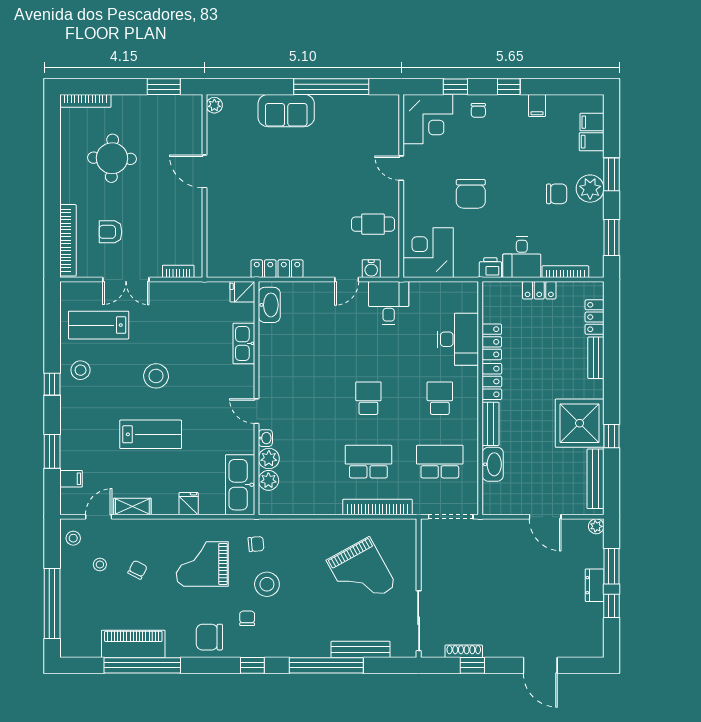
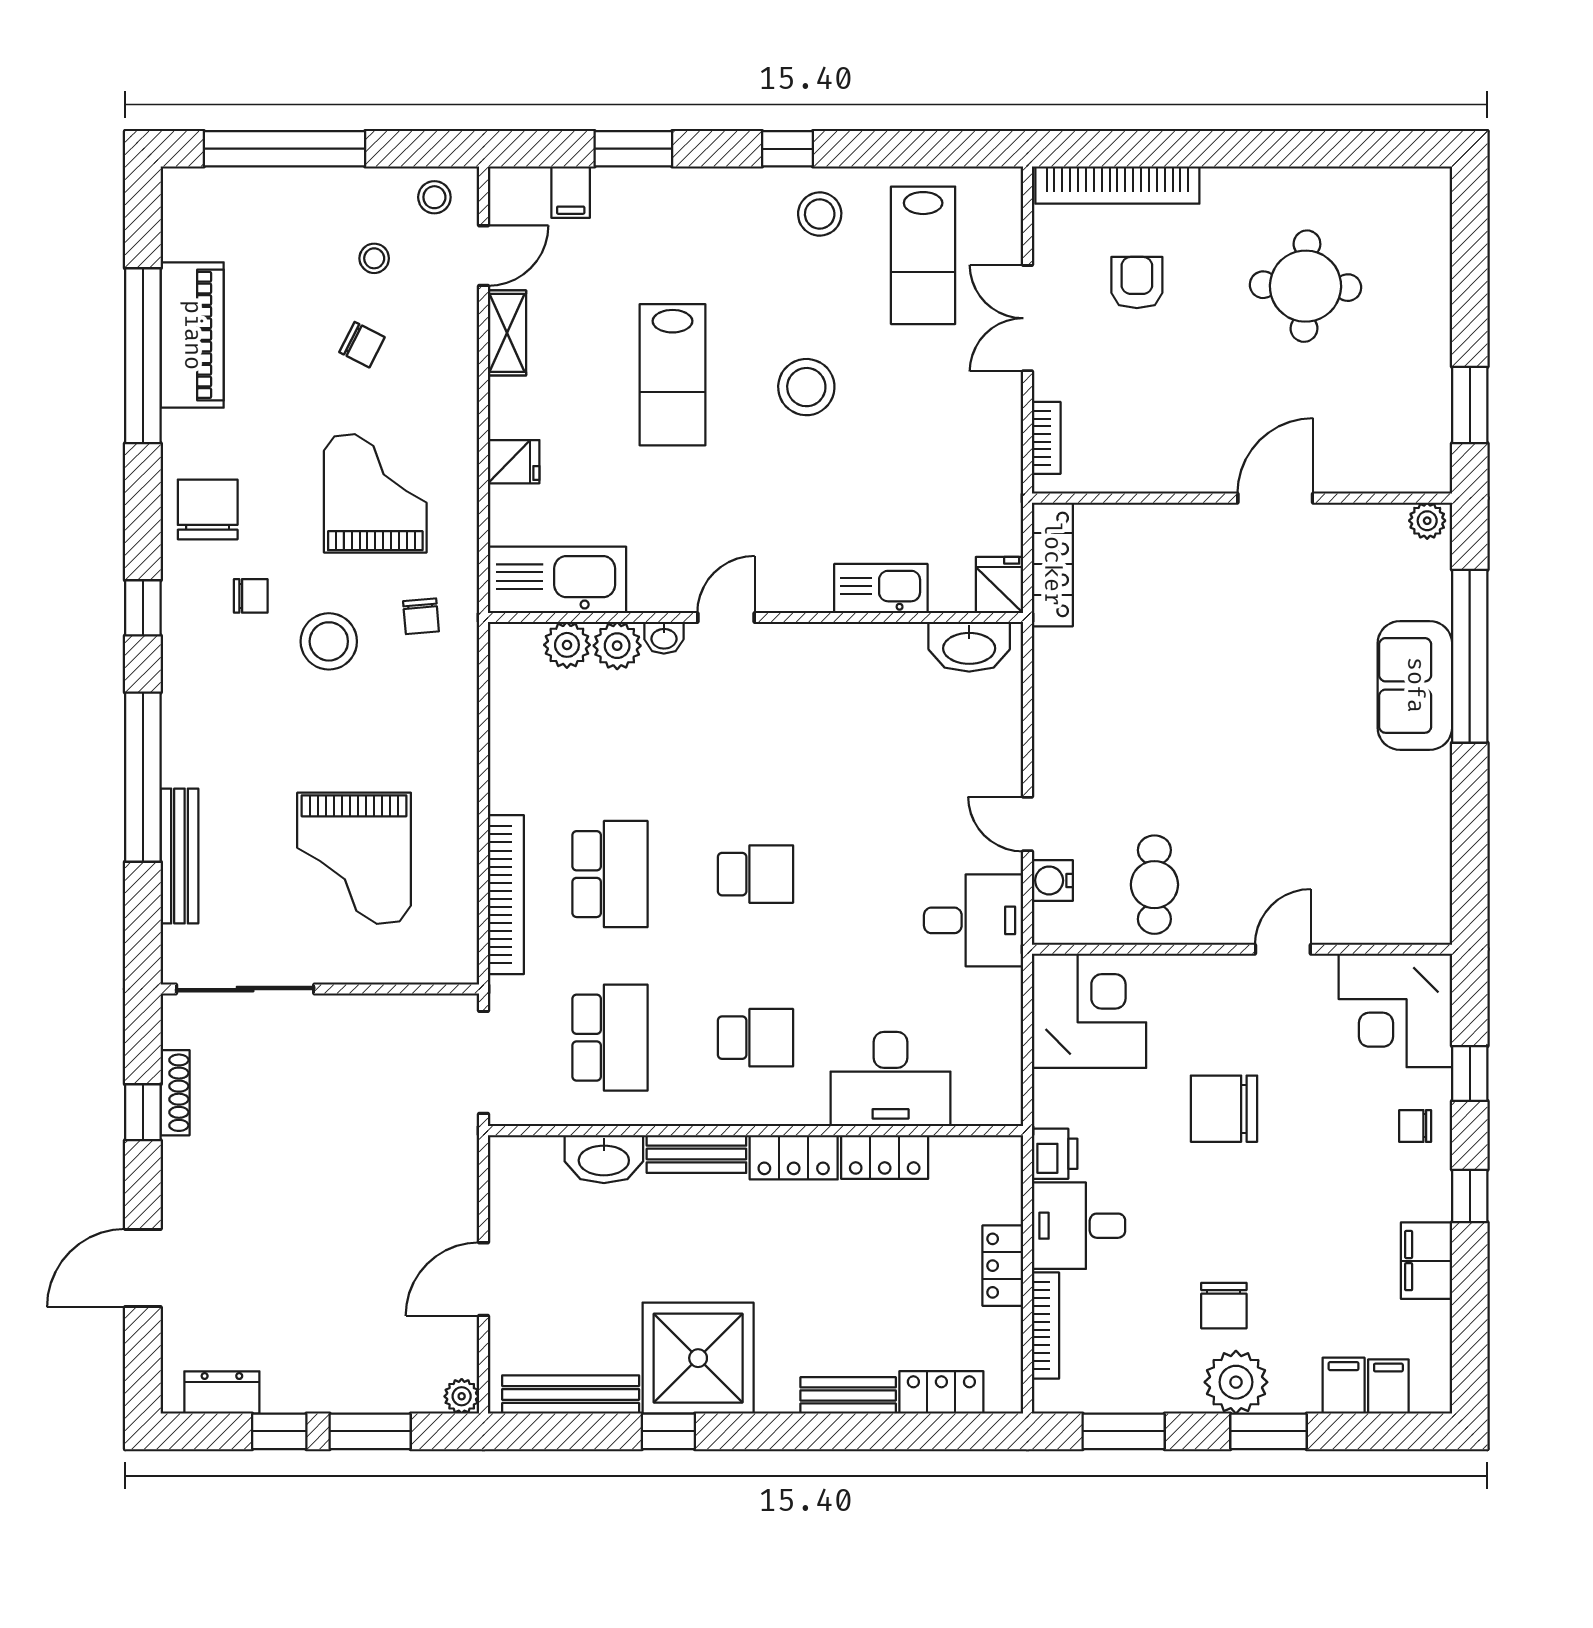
window: (331, 87) -> (1470, 656), moved
bookcase: (85, 101) -> (1437, 225), removed
filing cabinet: (537, 105) -> (1426, 1261), width x2.00
locker: (277, 269) -> (1052, 564), moved
lab bench: (99, 325) -> (923, 255), turned 180
door: (99, 517) -> (483, 256), hinge flipped
grand piano: (362, 573) -> (354, 858), turned -61
dresser: (595, 585) -> (222, 1392), moved

